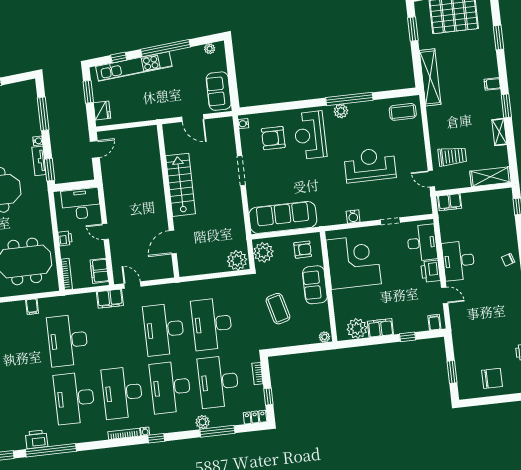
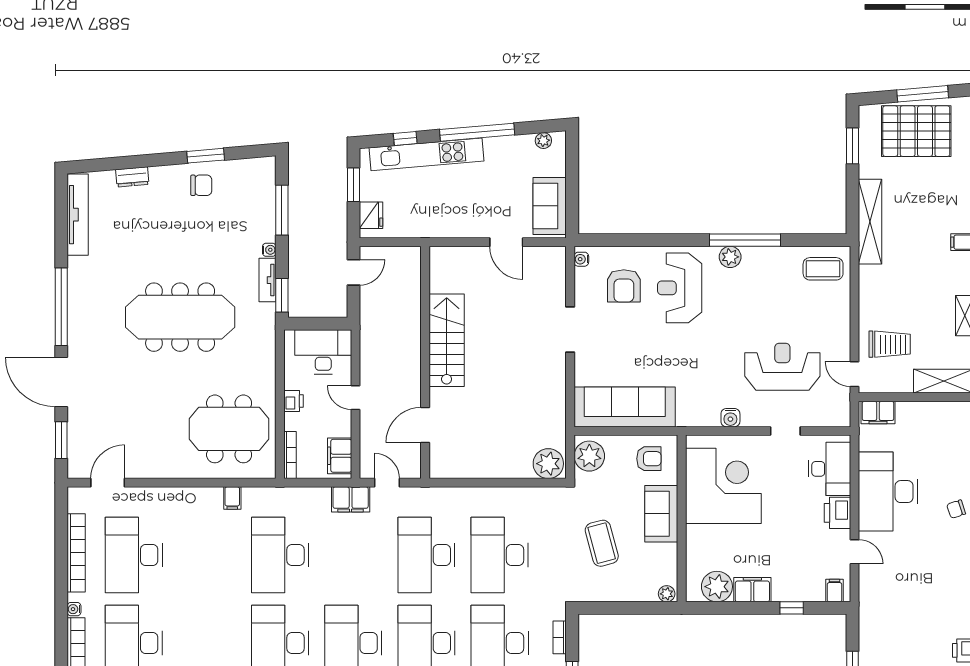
armchair: (273, 138) -> (624, 286), turned -90
reception desk: (370, 165) -> (782, 367), moved
stairs: (181, 185) -> (447, 340), moved
wall: (168, 201) -> (425, 362), moved
door: (173, 242) -> (425, 425), moved
desk: (458, 261) -> (888, 492), width x1.36, depth x1.30

